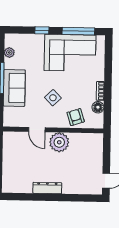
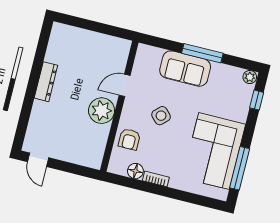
window: (42, 30) -> (257, 100), moved
plant: (9, 53) -> (250, 77), moved
armchair: (76, 117) -> (129, 139), turned 108

